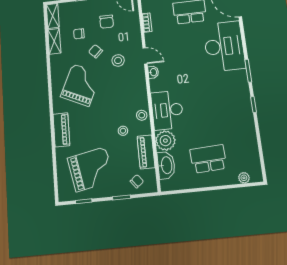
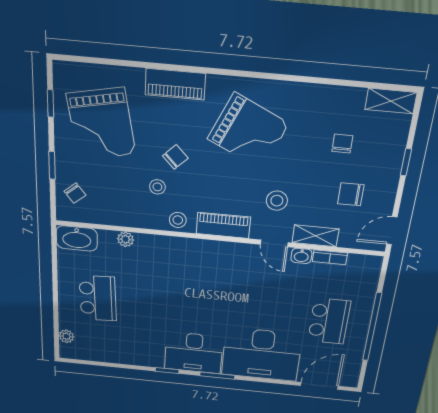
shelving: (54, 41) -> (315, 236), moved
chair: (96, 51) -> (175, 157), moved
door: (145, 56) -> (274, 243), hinge flipped
washbasin: (153, 72) -> (301, 256), moved
desk: (167, 110) -> (194, 353), moved, turned 180
plant: (165, 141) -> (125, 239), width x0.53, depth x0.53
piano: (146, 152) -> (223, 225), moved
washbasin: (166, 165) -> (77, 238), moved

